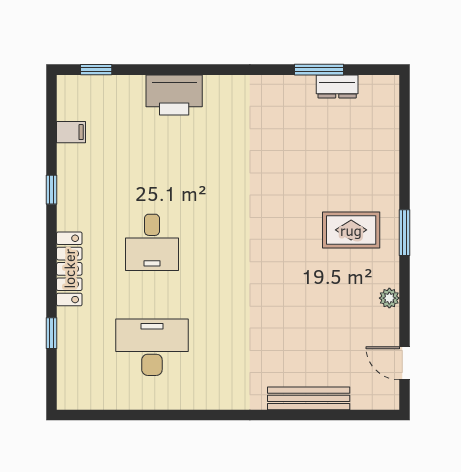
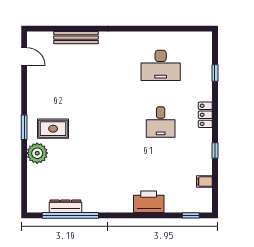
window: (319, 70) -> (70, 215), width x2.11
dresser: (337, 86) -> (65, 206), width x1.44
desk: (152, 242) -> (161, 122), turned 180
locker: (69, 269) -> (205, 115), width x0.66
plant: (389, 298) -> (37, 153), moved, width x1.88, depth x1.88

